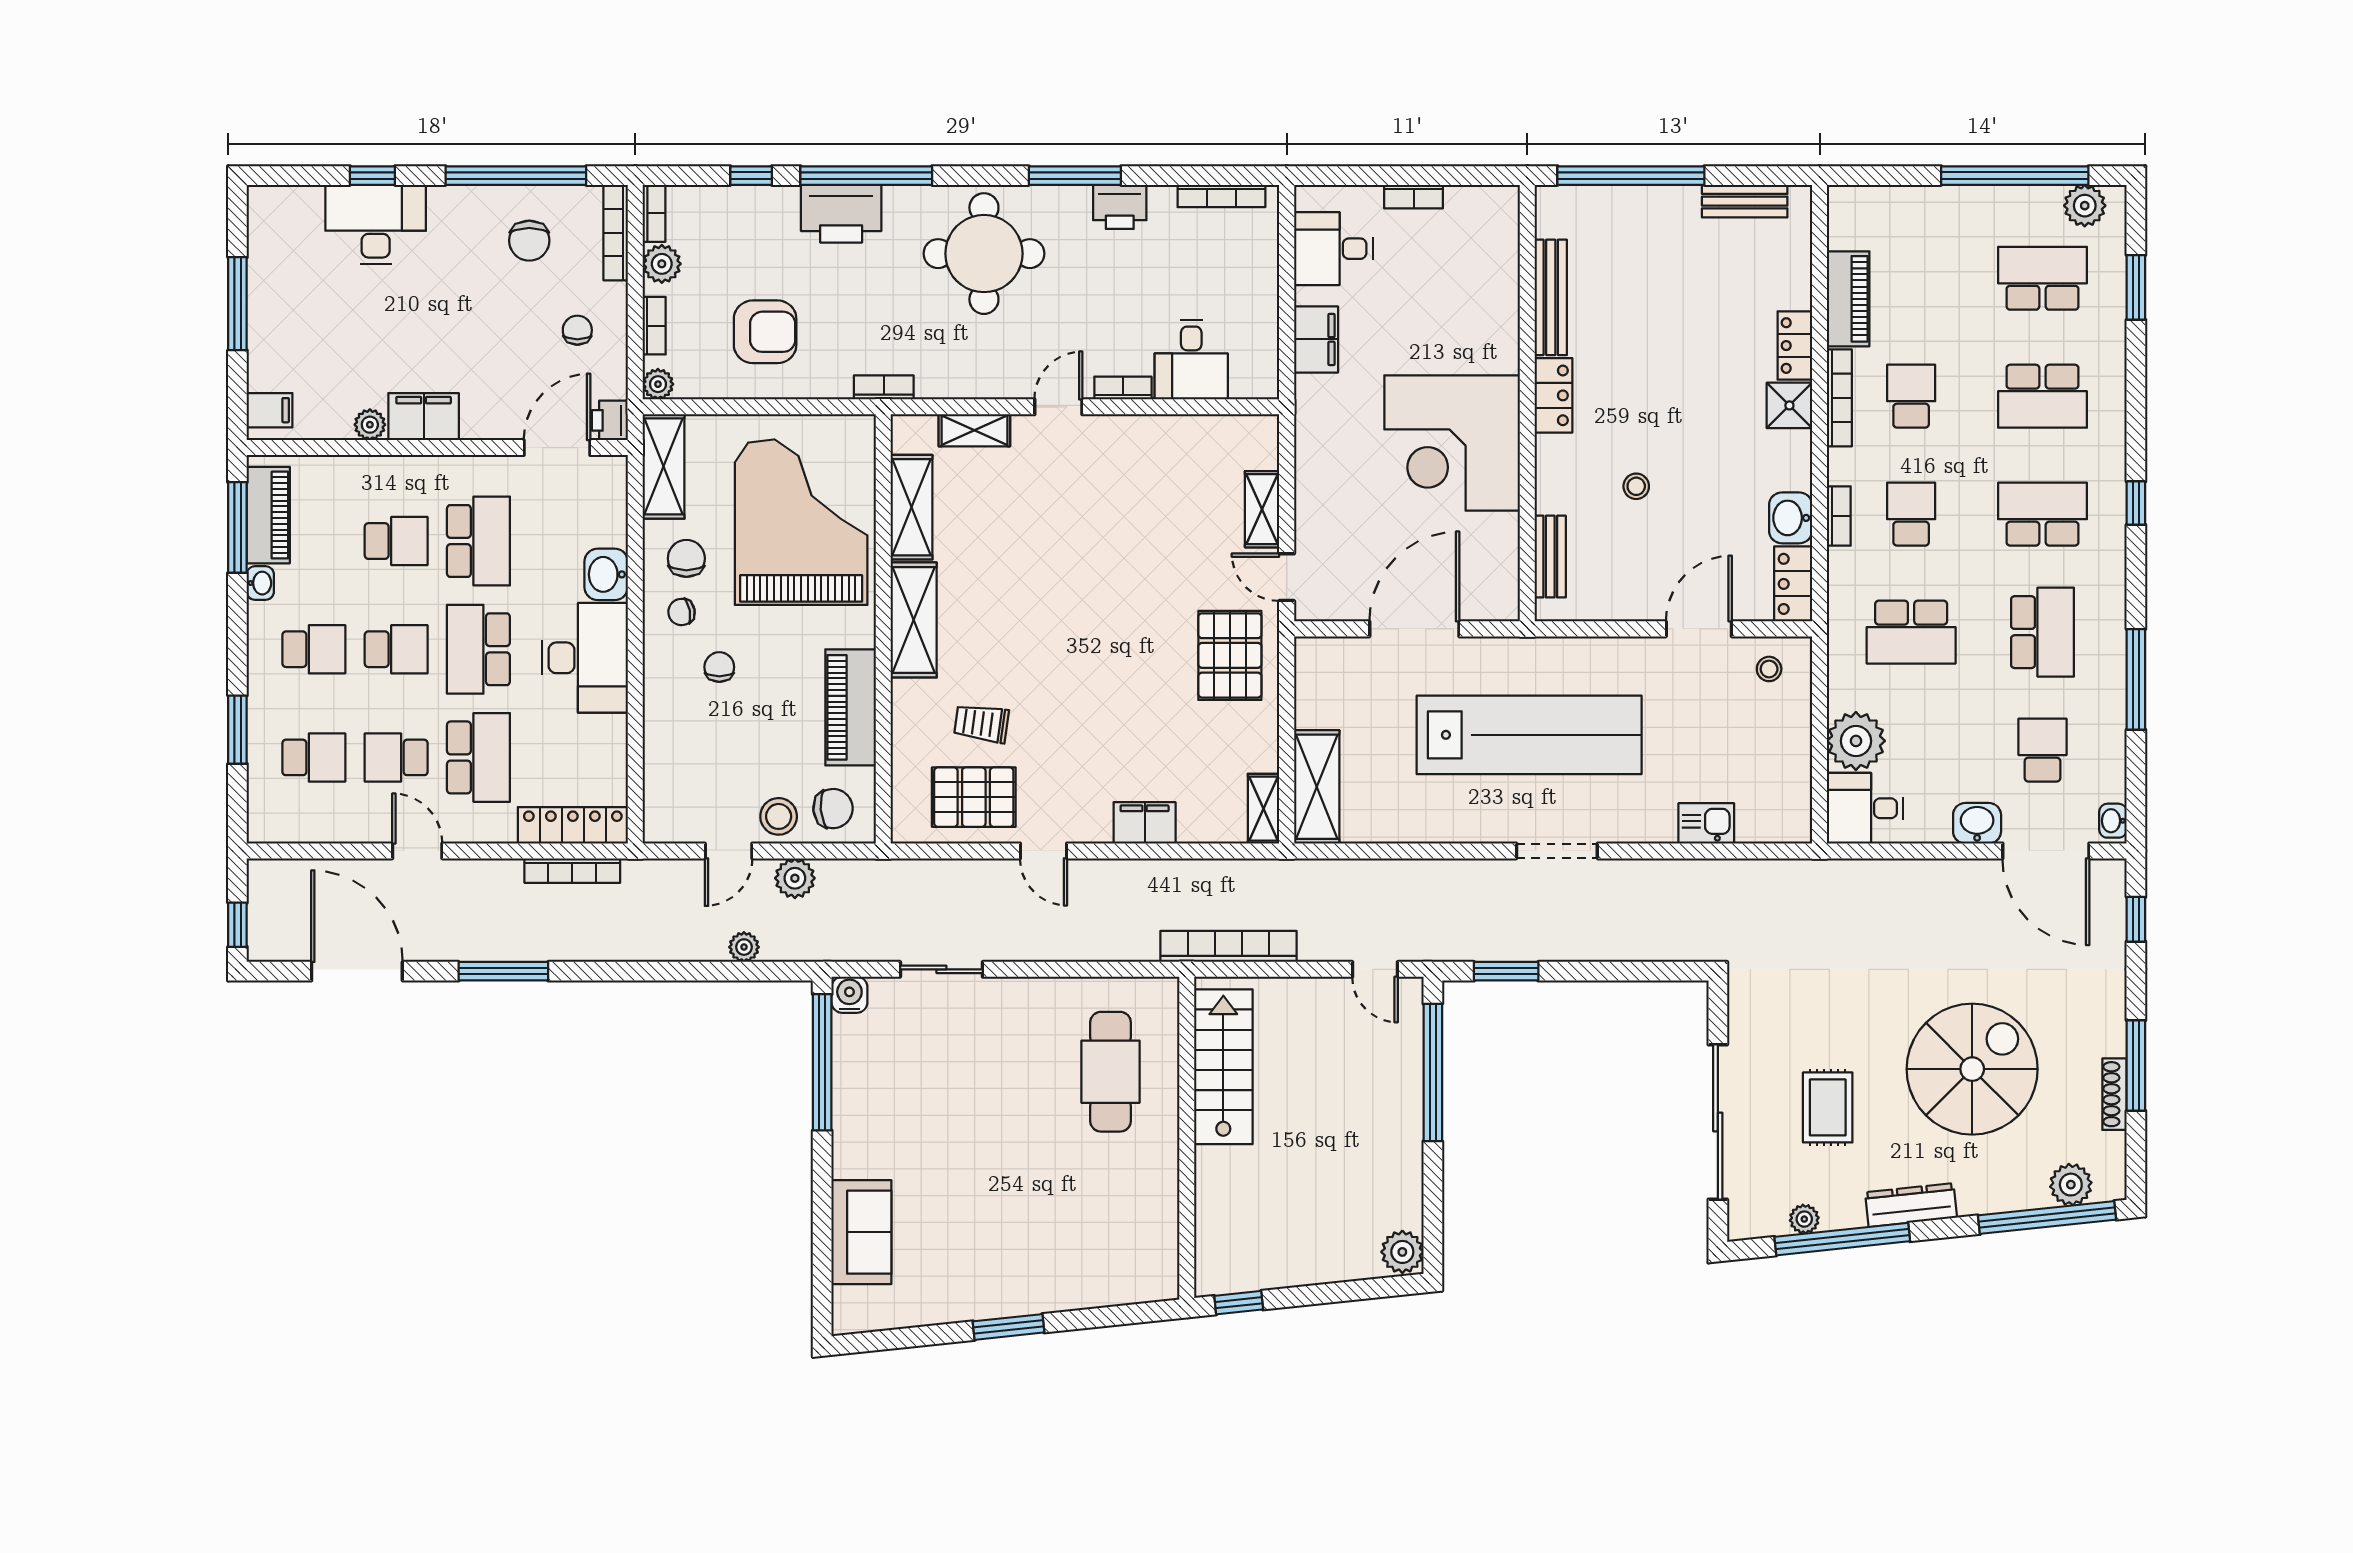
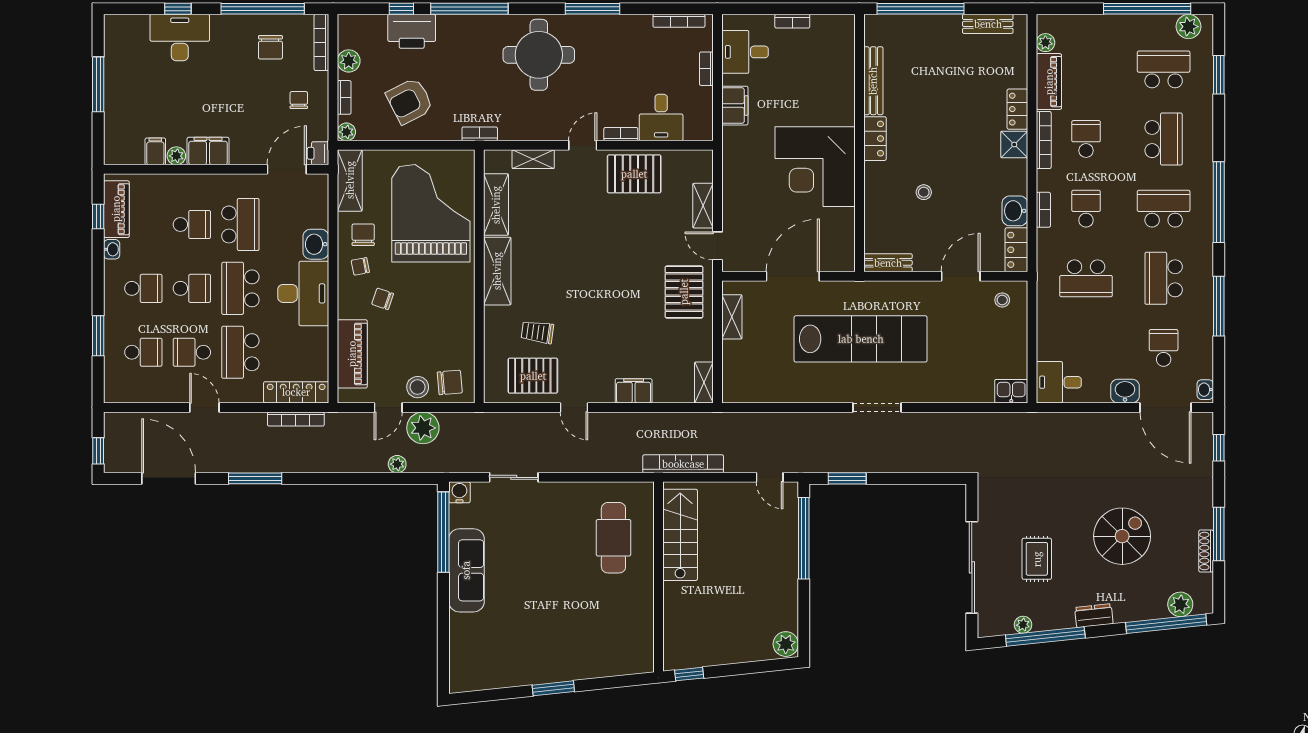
printer: (1120, 207) -> (619, 27), removed
bookcase: (654, 213) -> (706, 69), moved, turned 180
printer: (841, 214) -> (412, 31), moved
armchair: (765, 332) -> (410, 101), turned 153
school desk: (2043, 396) -> (1164, 139), turned -90
filing cabinet: (270, 410) -> (155, 151), moved, turned -90
pallet: (1146, 455) -> (634, 174), added
window: (2136, 503) -> (1219, 202), width x3.17
window: (237, 527) -> (98, 216), width x0.46
bench: (1550, 557) -> (888, 263), moved, turned 90
school desk: (2043, 632) -> (1164, 278), turned 180
chair: (719, 667) -> (383, 299), turned -71
piano: (851, 707) -> (352, 354), moved, turned 180
plant: (1856, 741) -> (1045, 43), moved, width x0.53, depth x0.53
school desk: (478, 757) -> (240, 352), turned 180
shelving: (1317, 787) -> (732, 317), moved, width x0.67, depth x0.75
kitchen sink: (1706, 823) -> (1011, 391), moved
plant: (795, 878) -> (423, 428), width x1.36, depth x1.36
spiral stairs: (1972, 1069) -> (1122, 536), width x0.73, depth x0.73
dresser: (1911, 1205) -> (1094, 616), width x0.70
sofa: (861, 1232) -> (466, 570), moved, width x1.36

